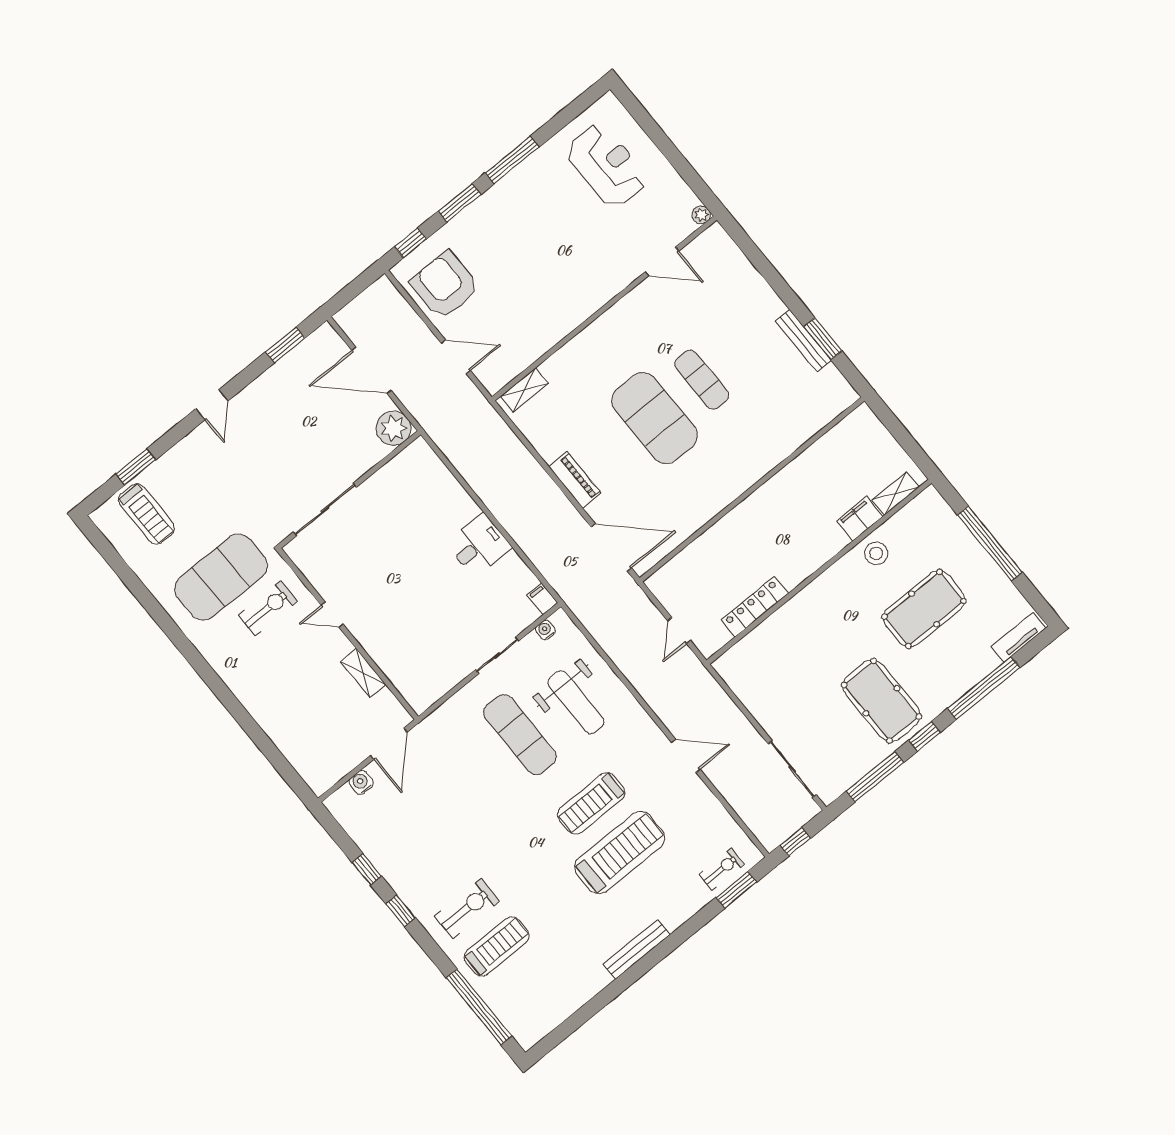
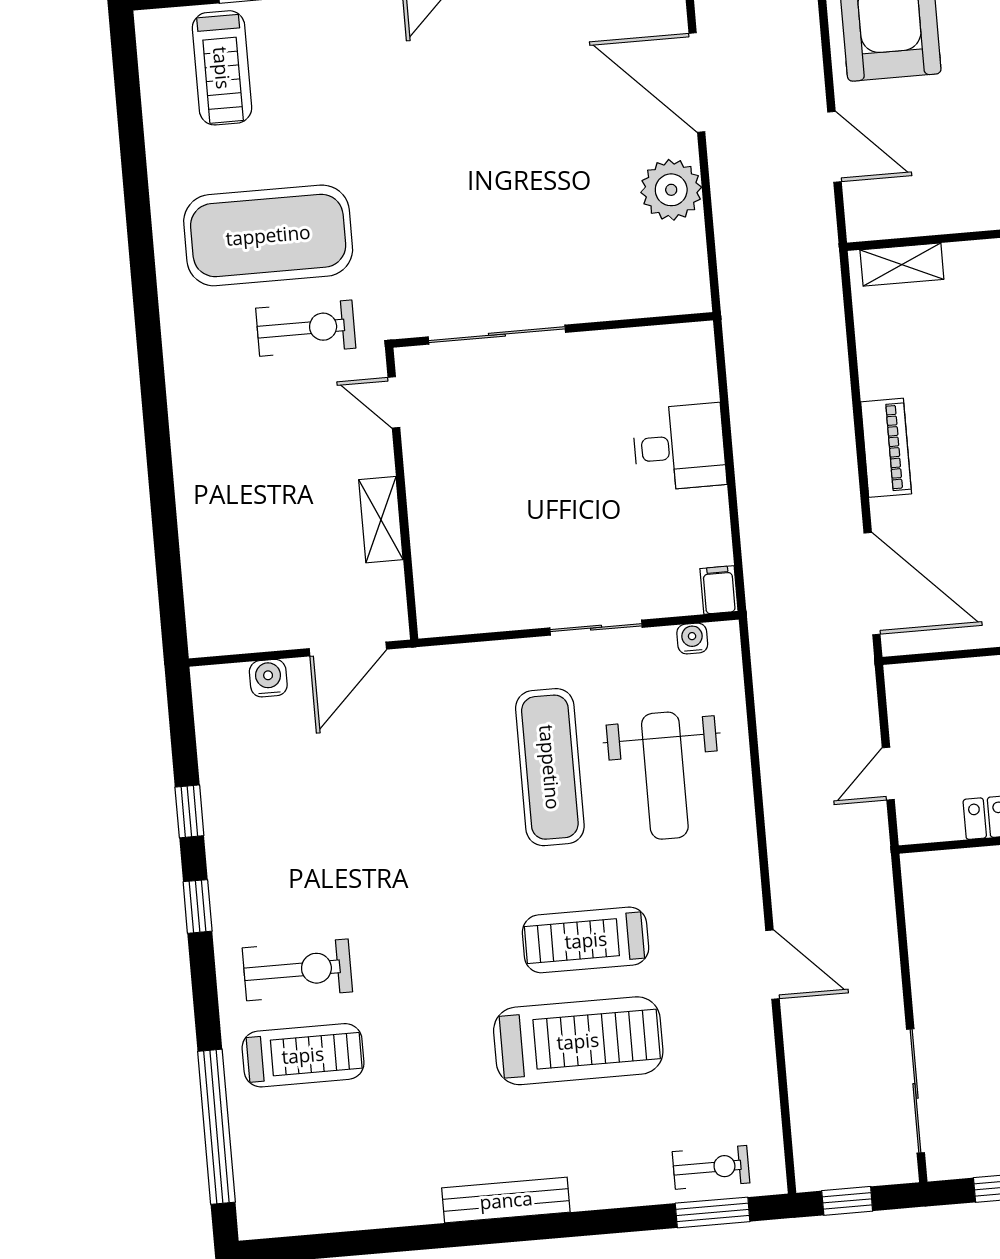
wall: (349, 490) -> (553, 330), moved
sliding door: (325, 510) -> (497, 335), moved

